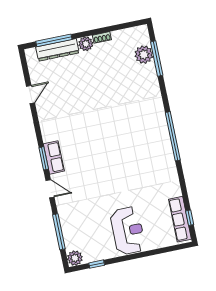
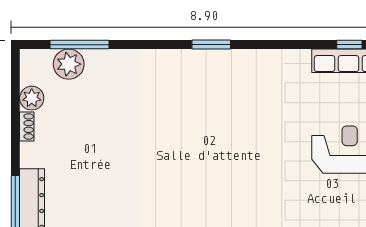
plant: (86, 44) -> (32, 98), moved
window: (173, 136) -> (211, 45), width x0.47

